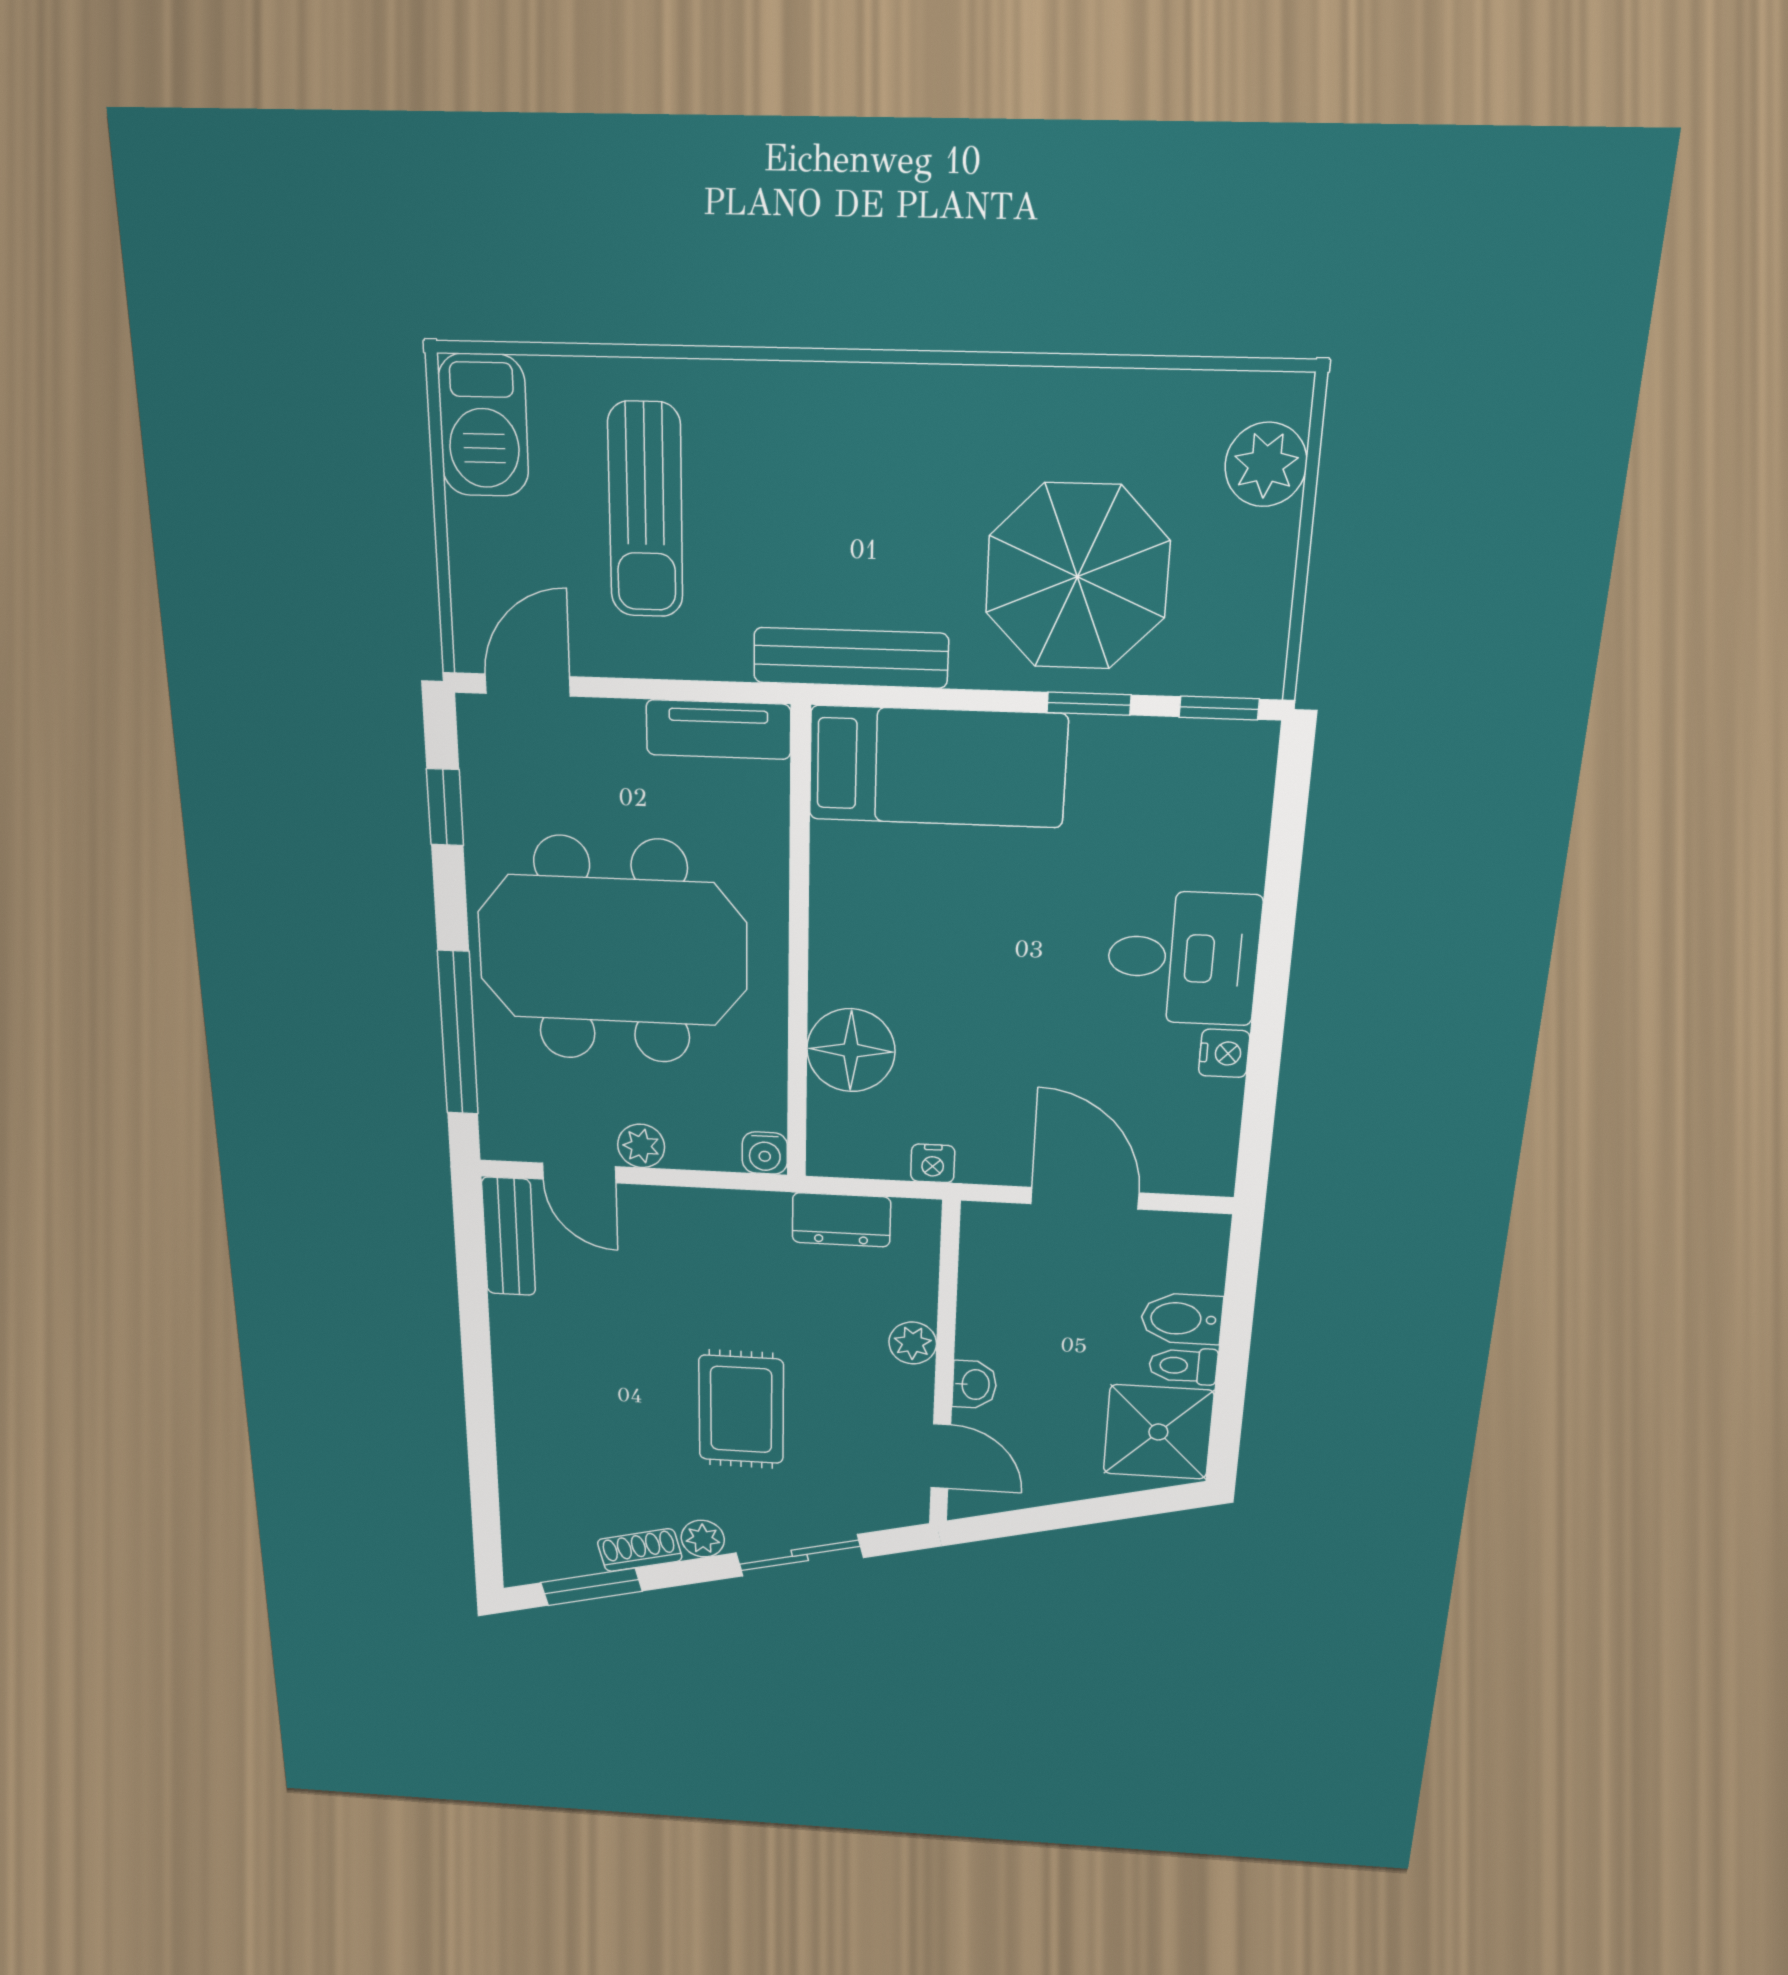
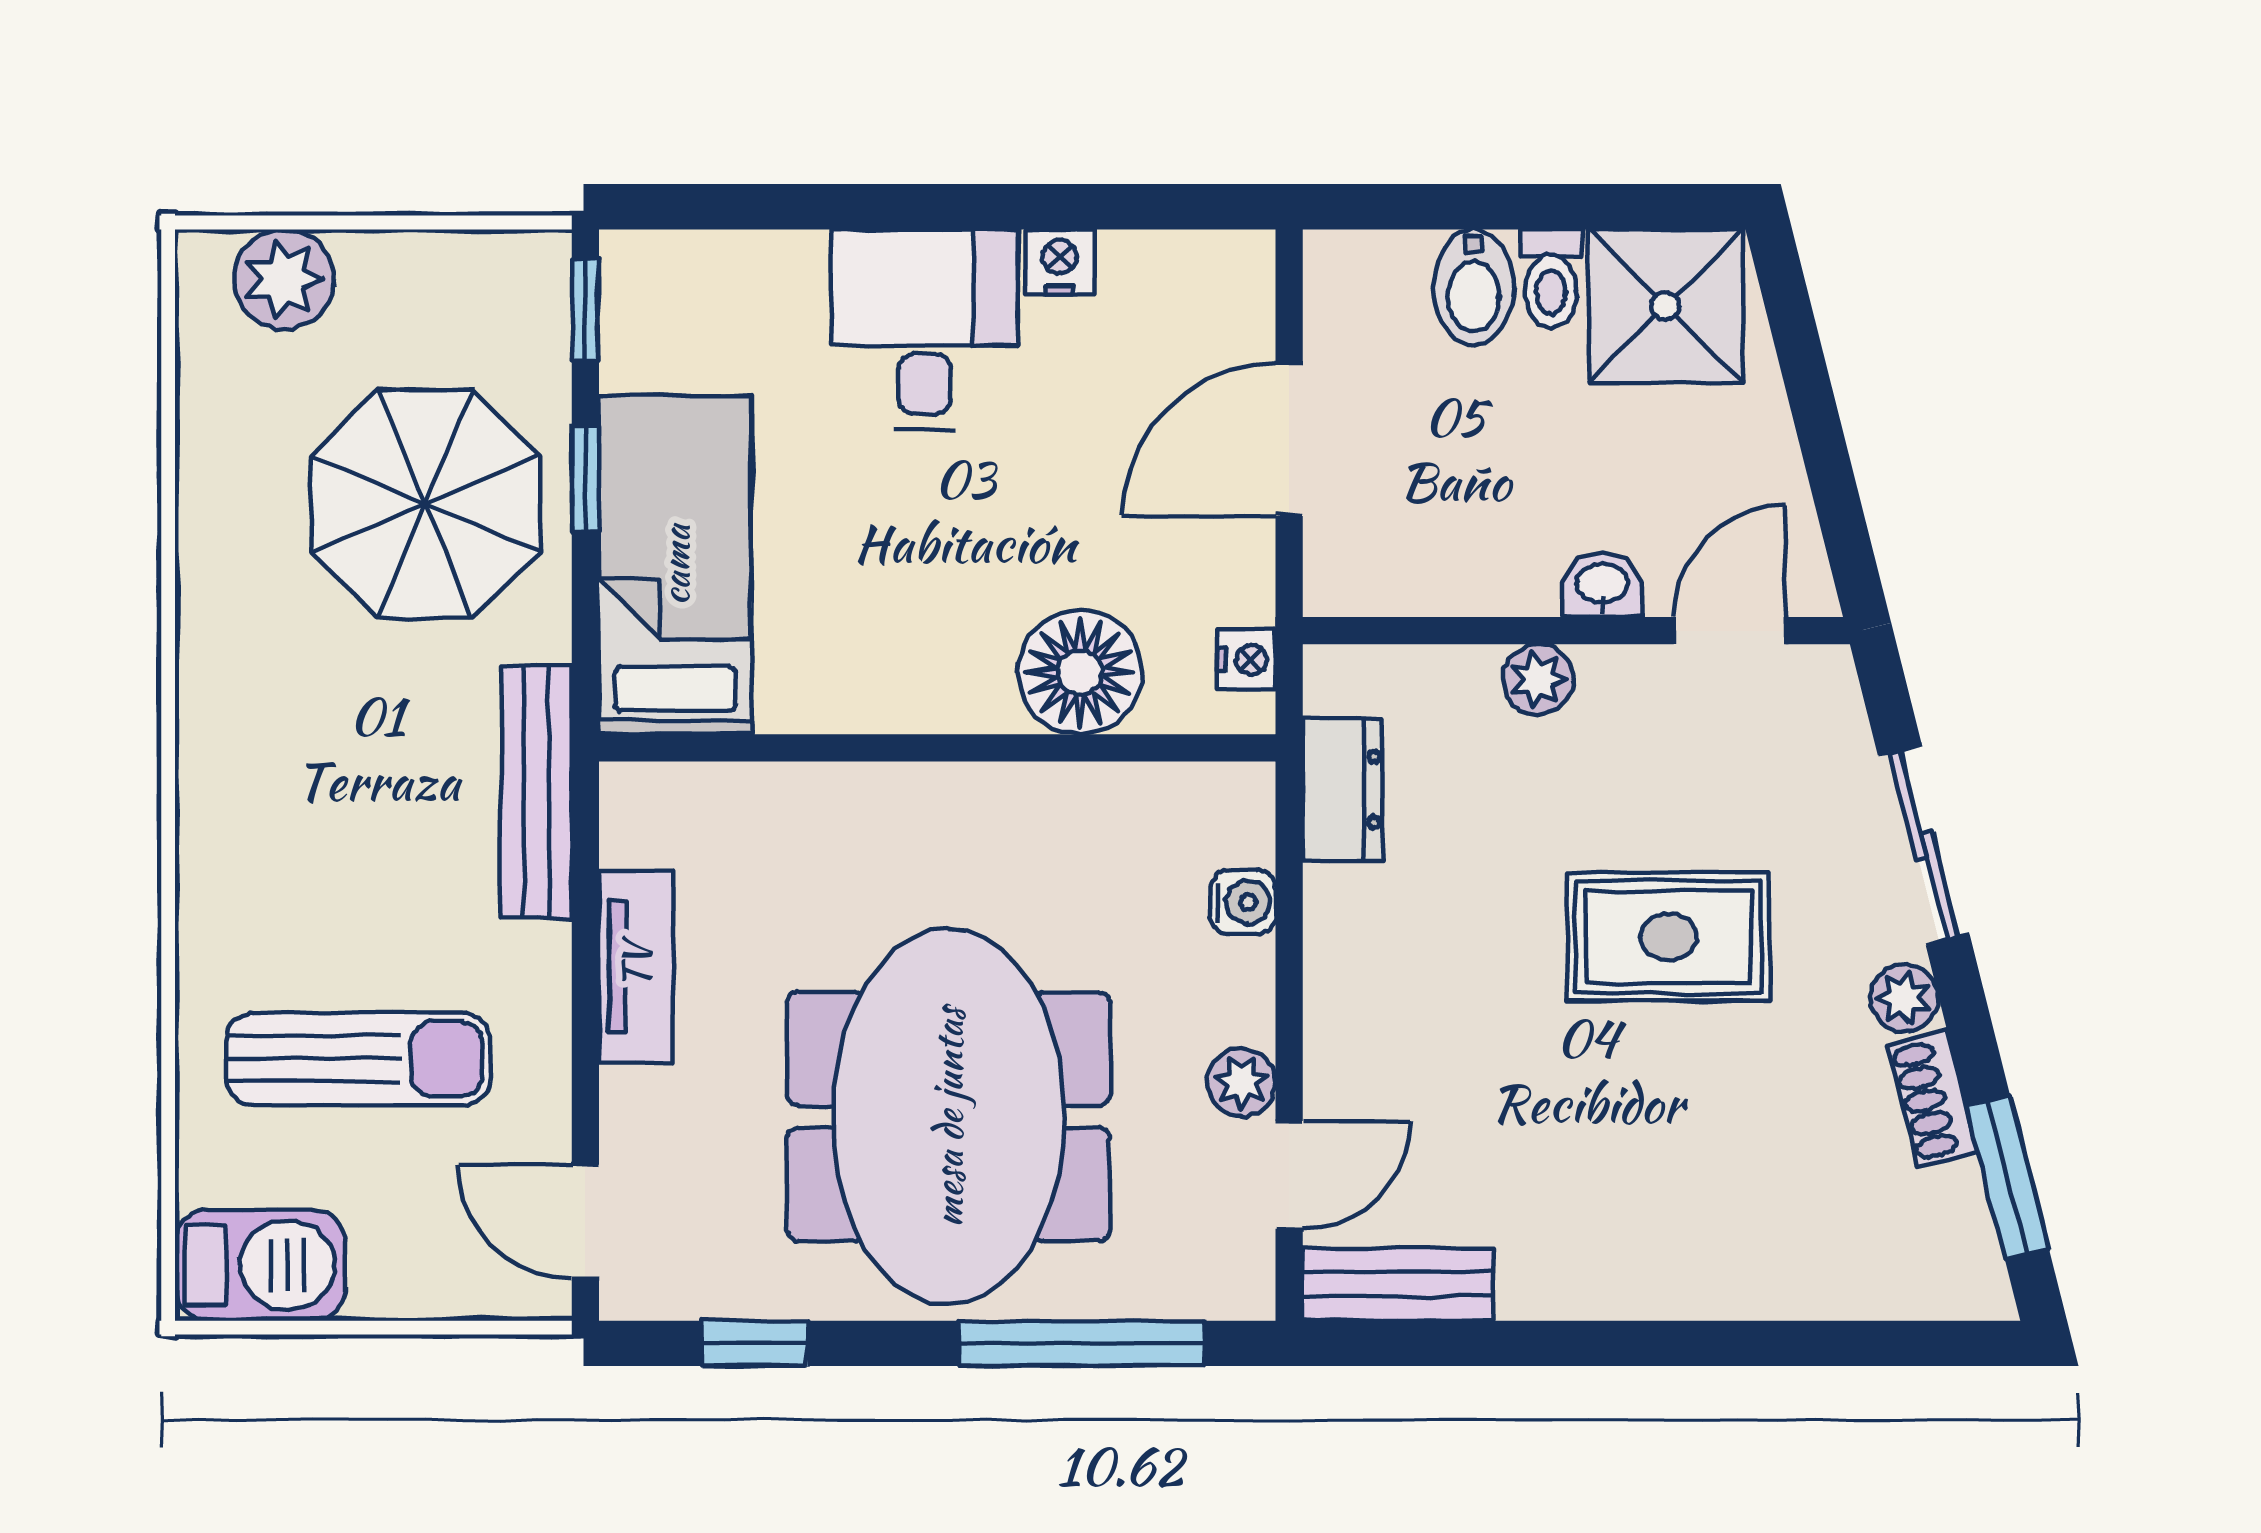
bed: (937, 767) -> (675, 565), moved
wall: (799, 951) -> (937, 748), moved
floor lamp: (851, 1050) -> (1080, 672), moved

